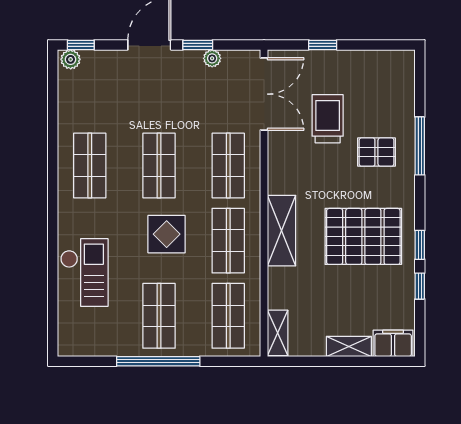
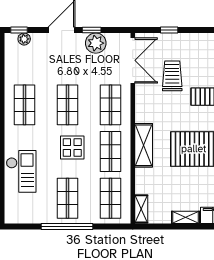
plant: (212, 58) -> (96, 43), width x1.87, depth x1.87
plant: (71, 59) -> (24, 39), moved

